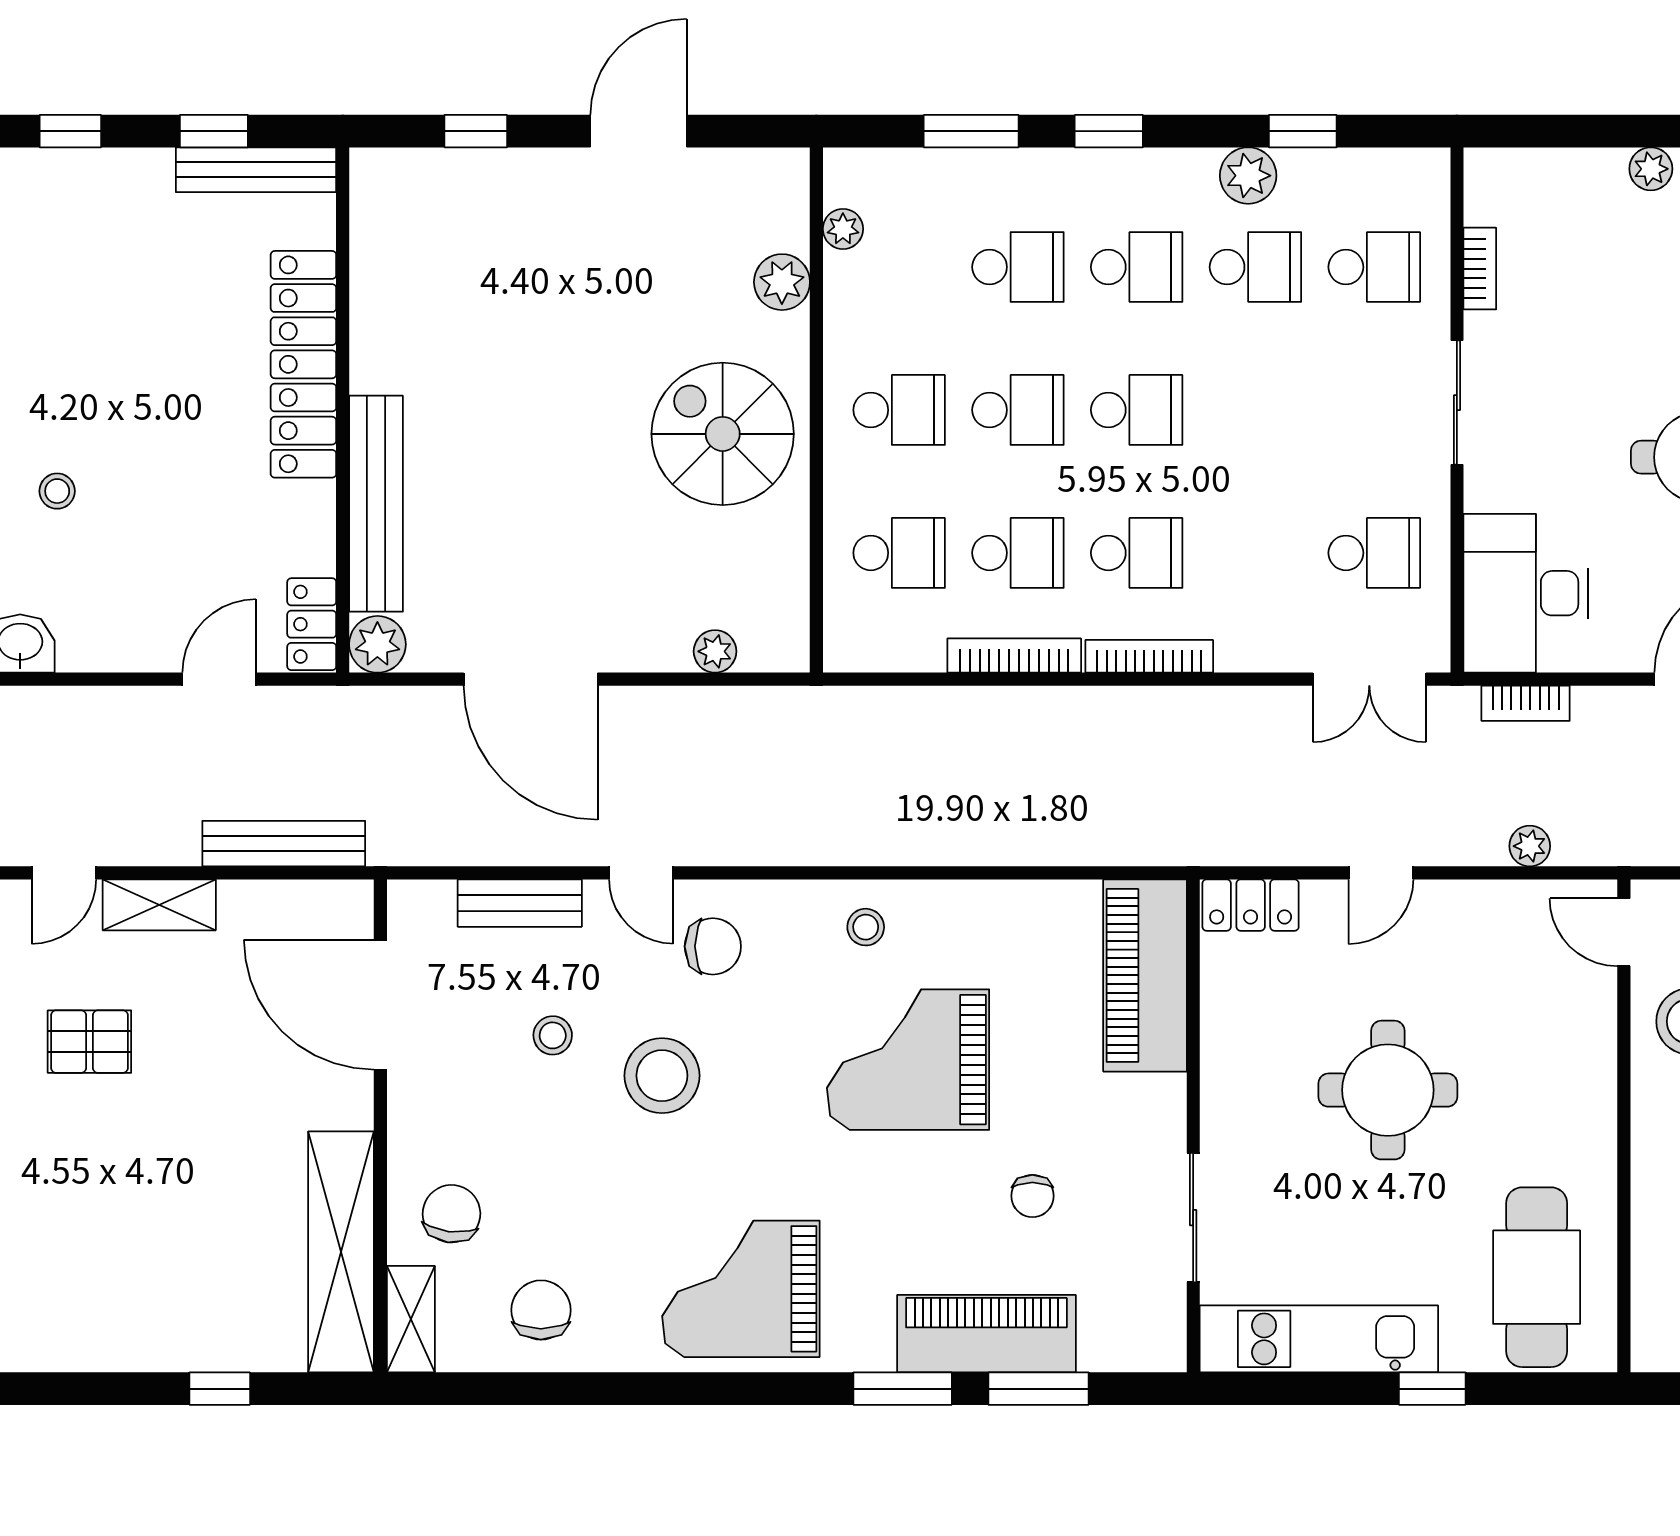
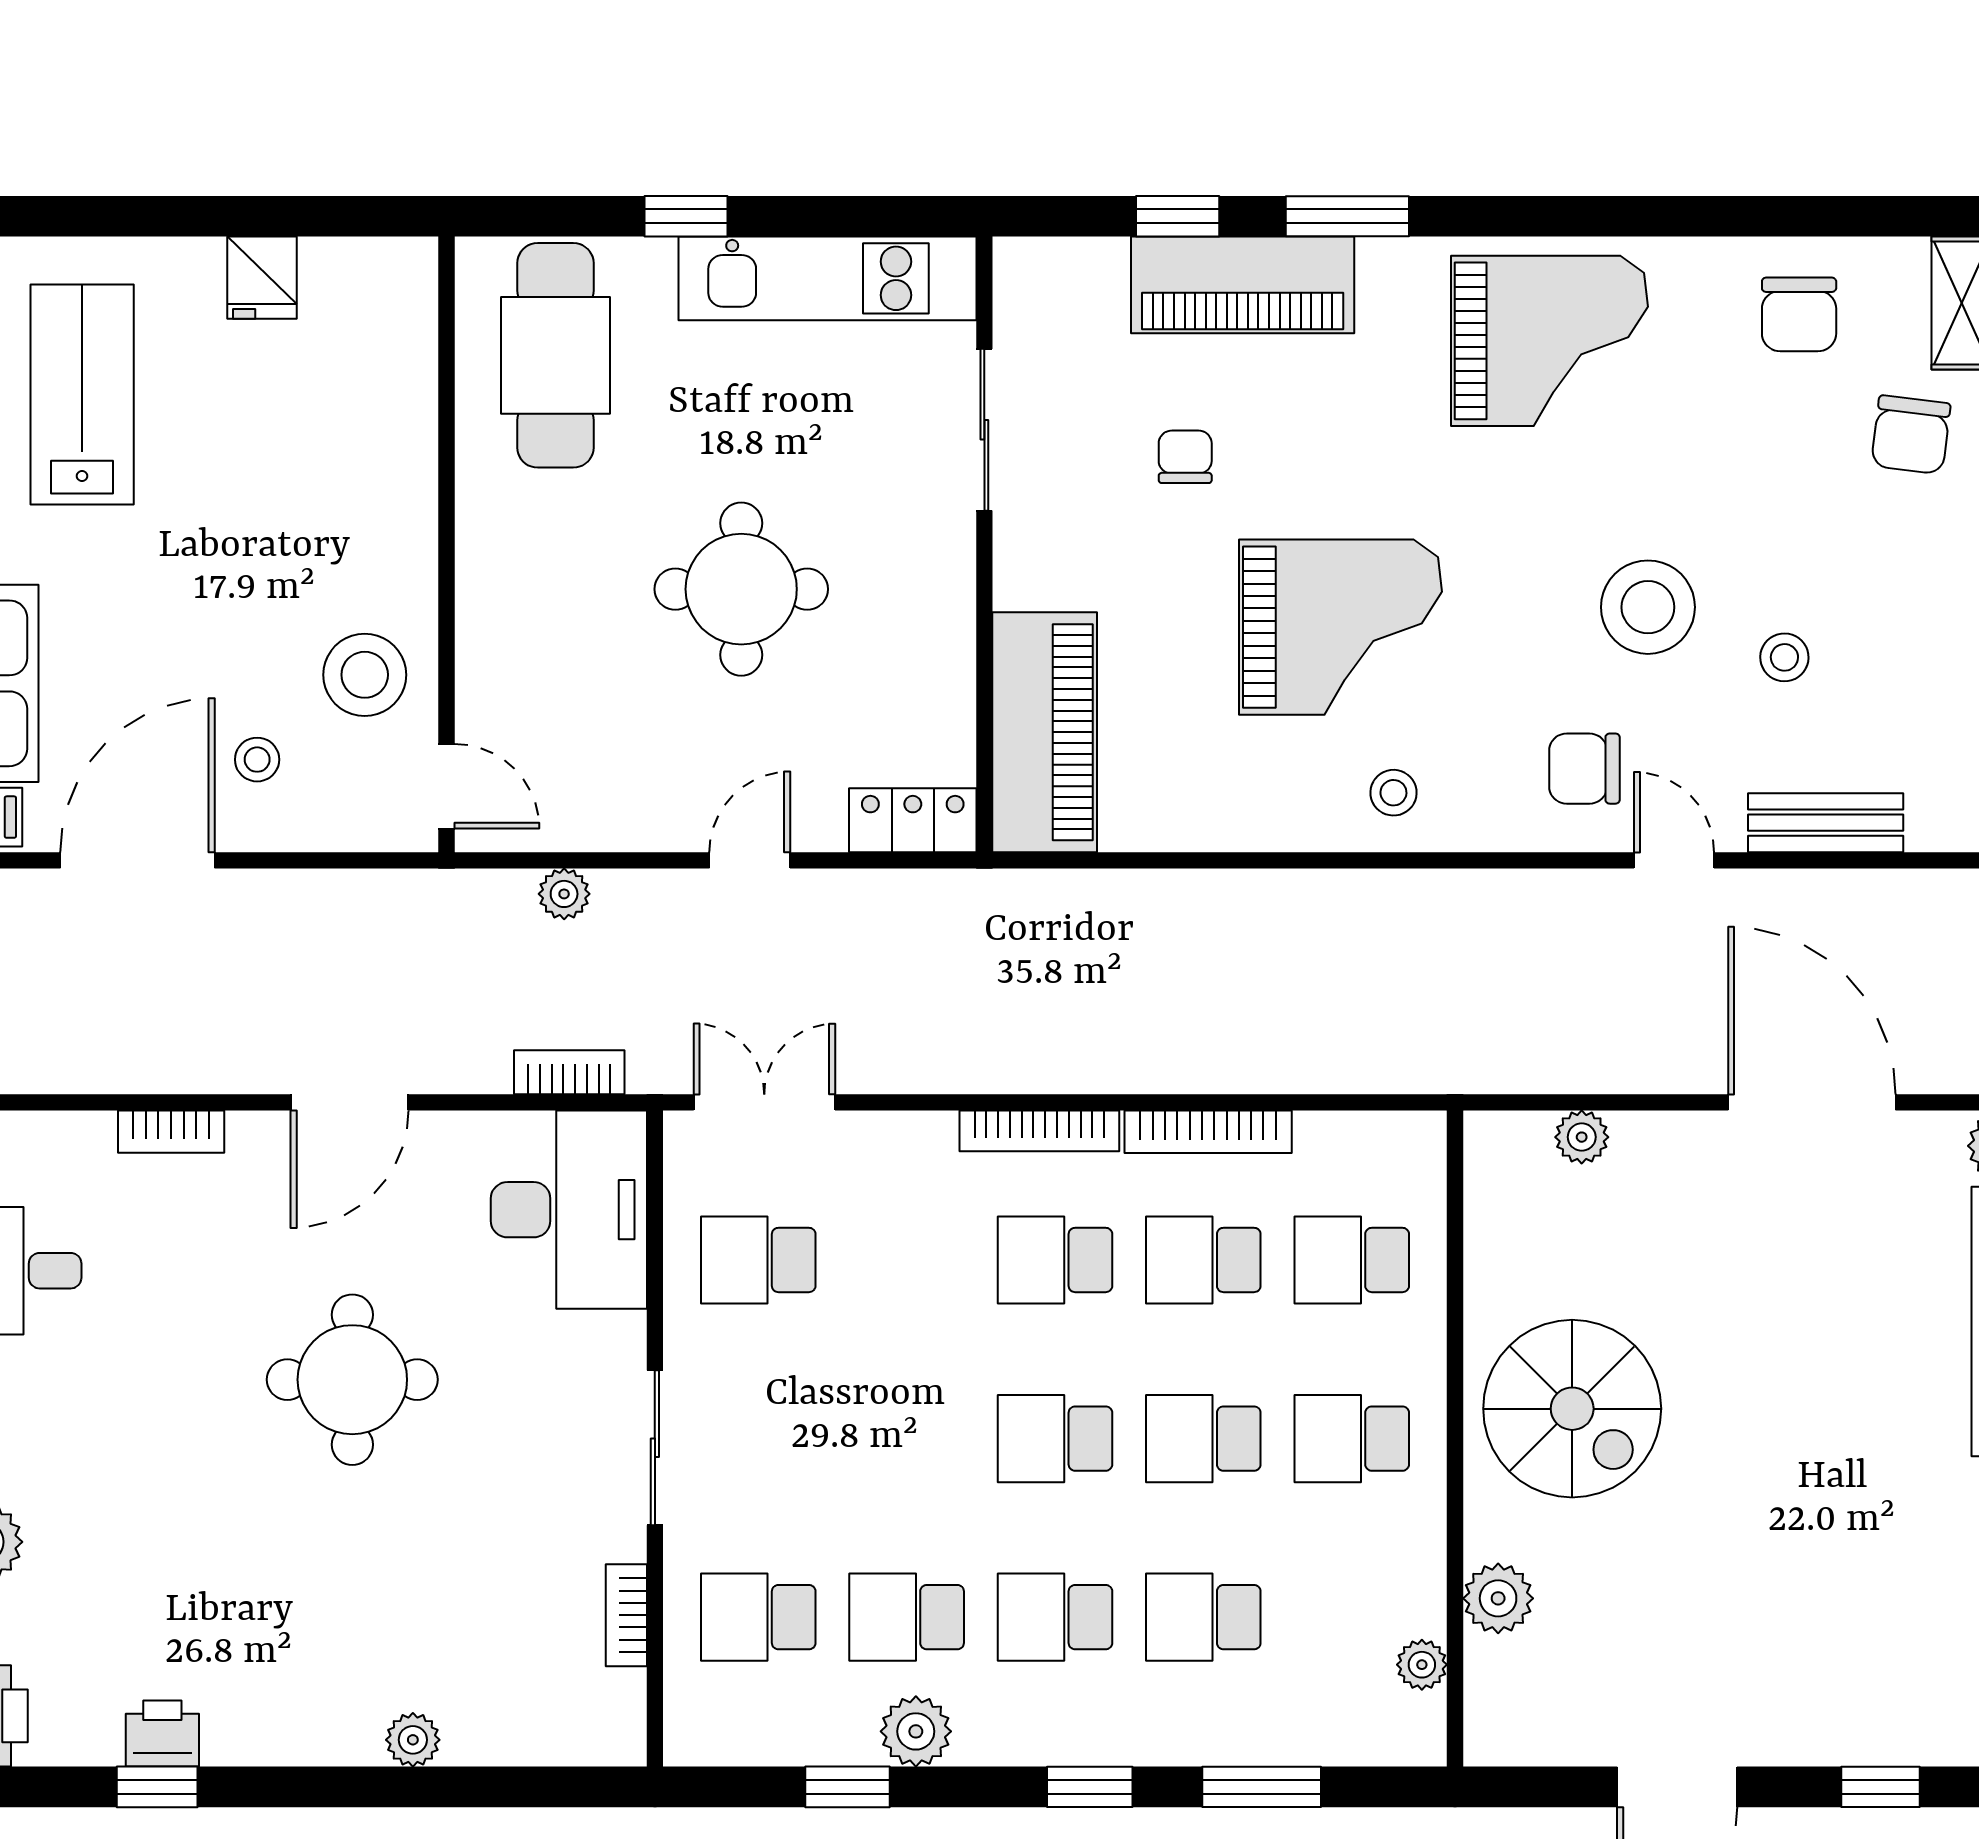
window: (1038, 1389) -> (1178, 216), width x0.67

